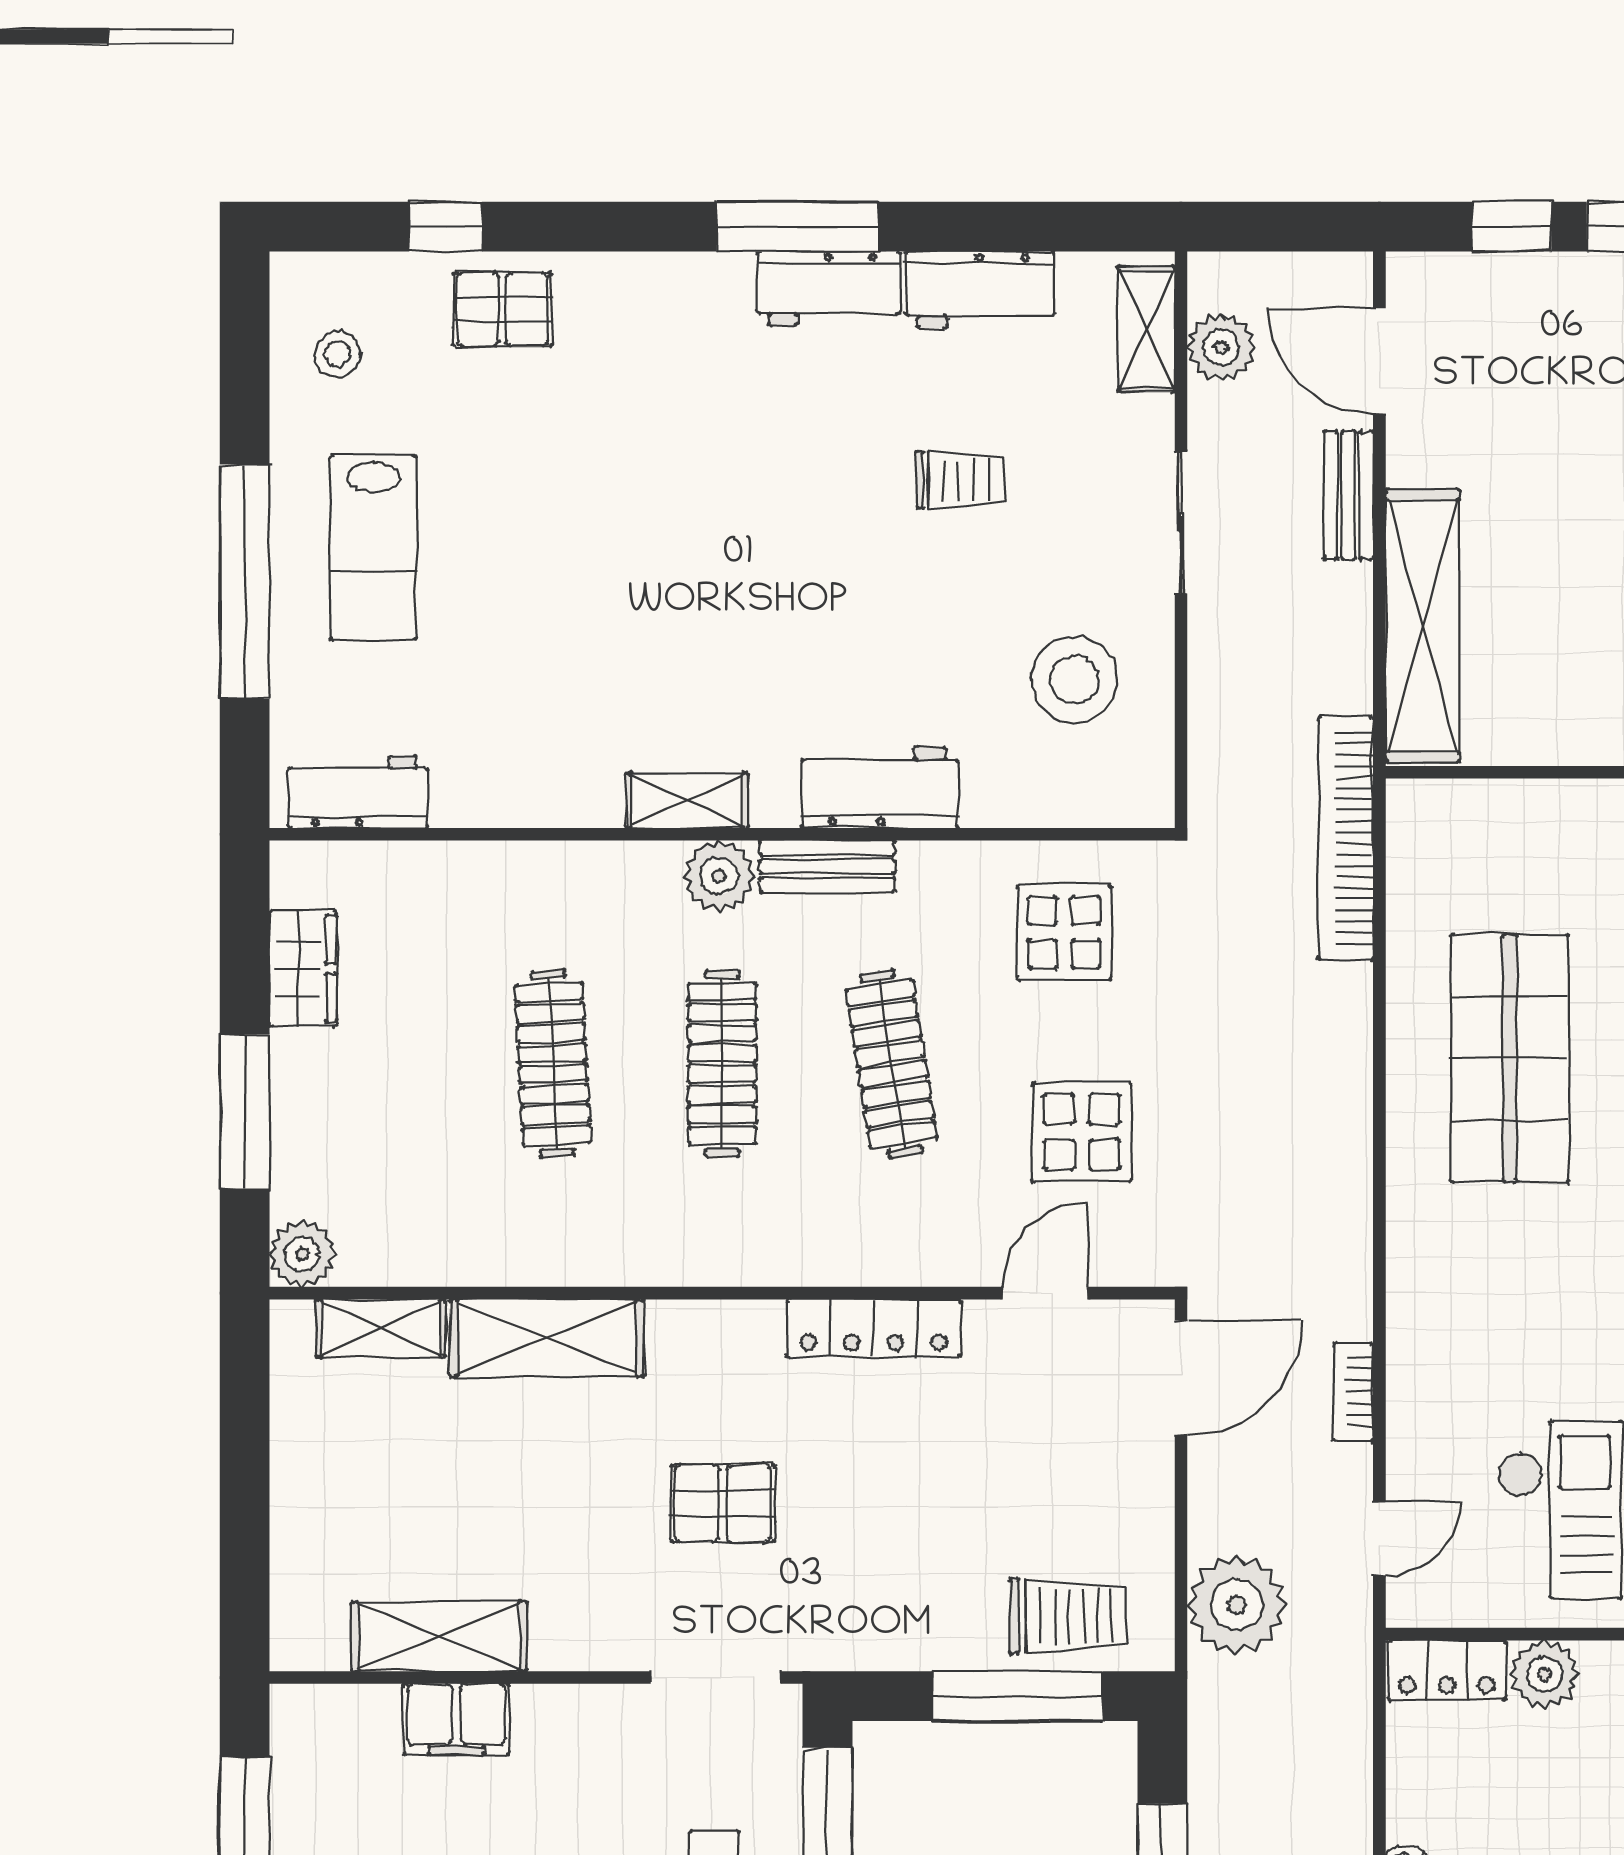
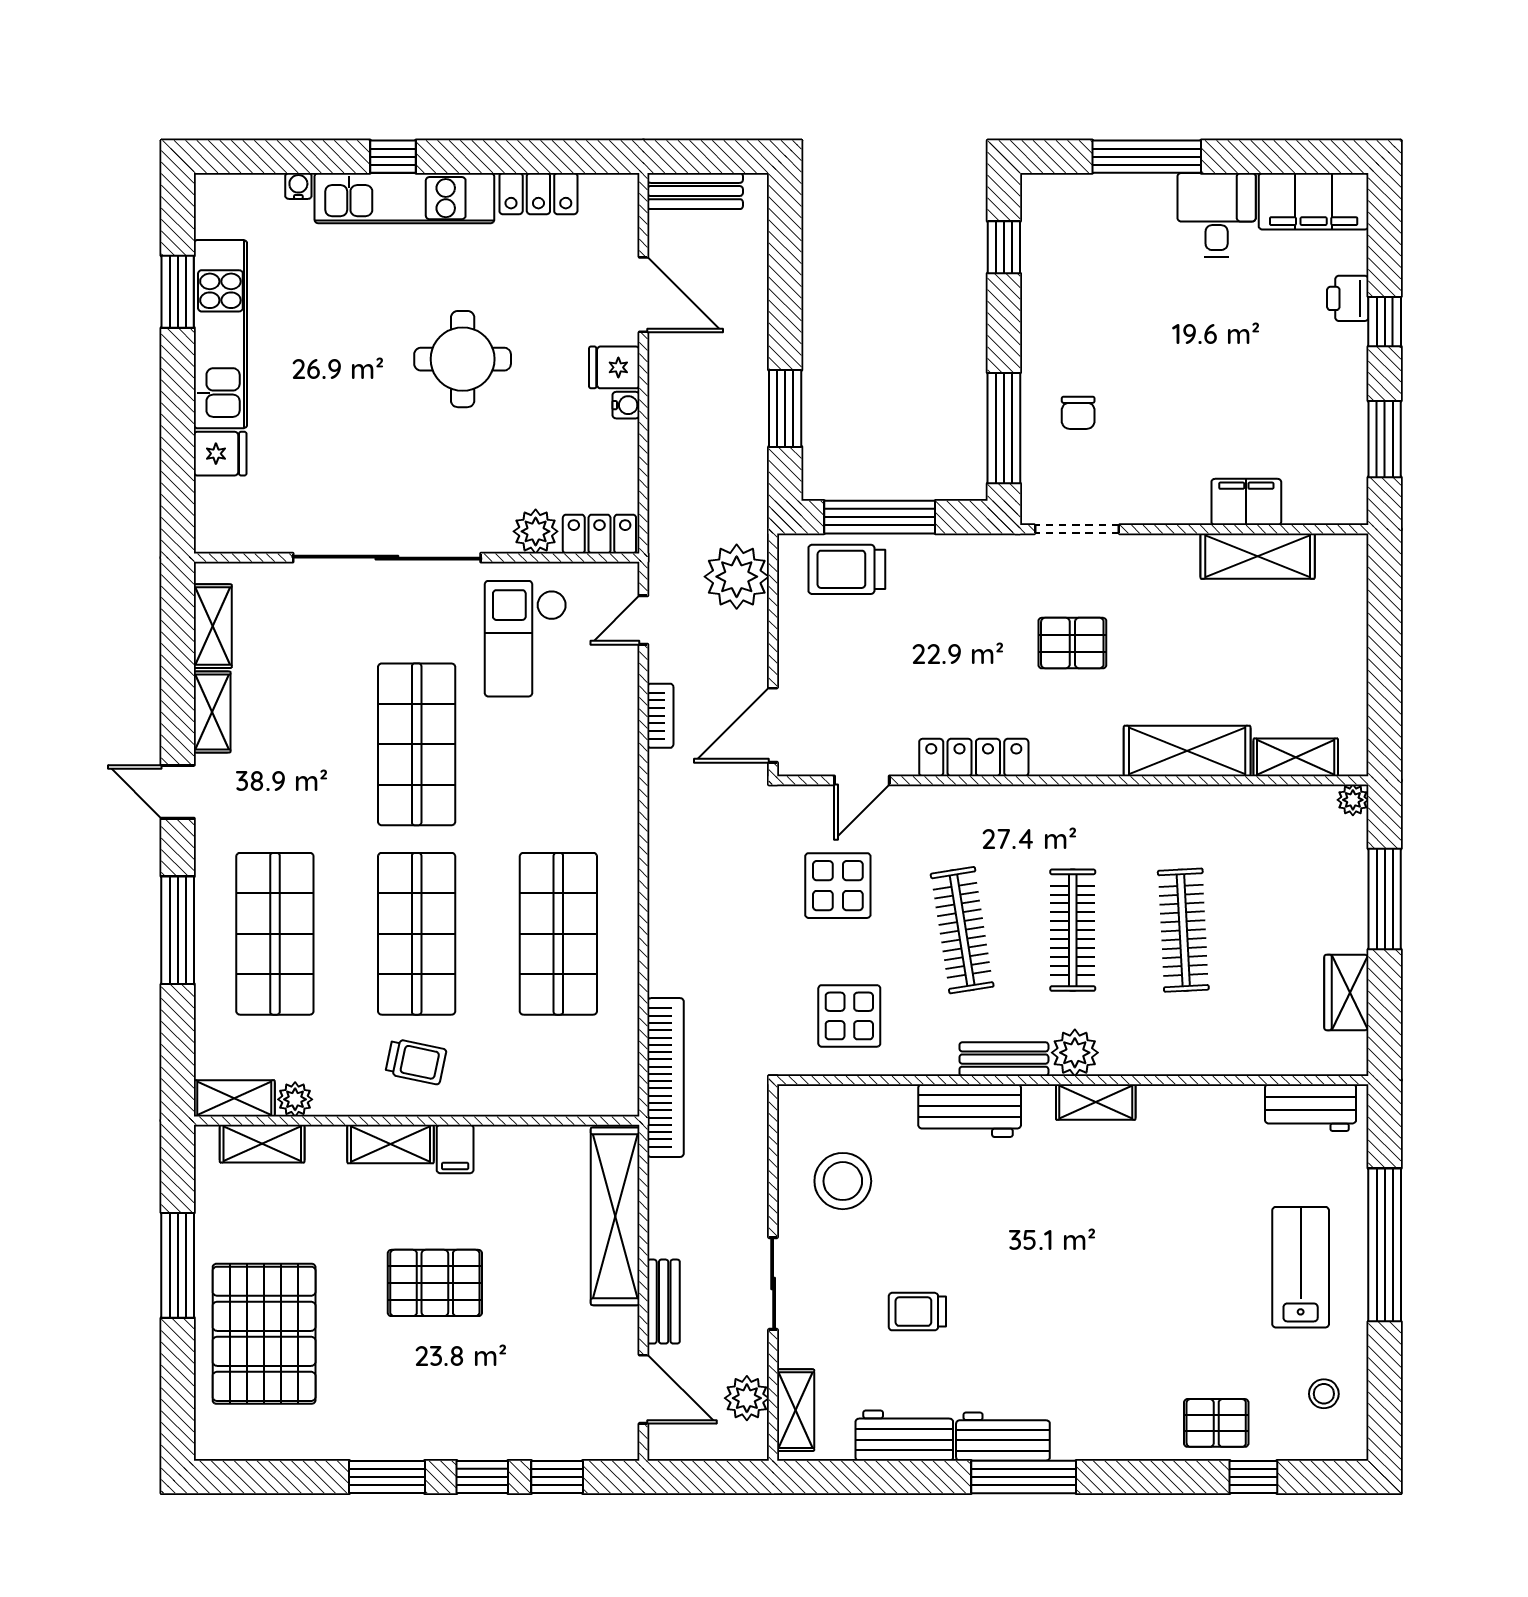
plant: (302, 1254) -> (1353, 800), width x0.73, depth x0.73

